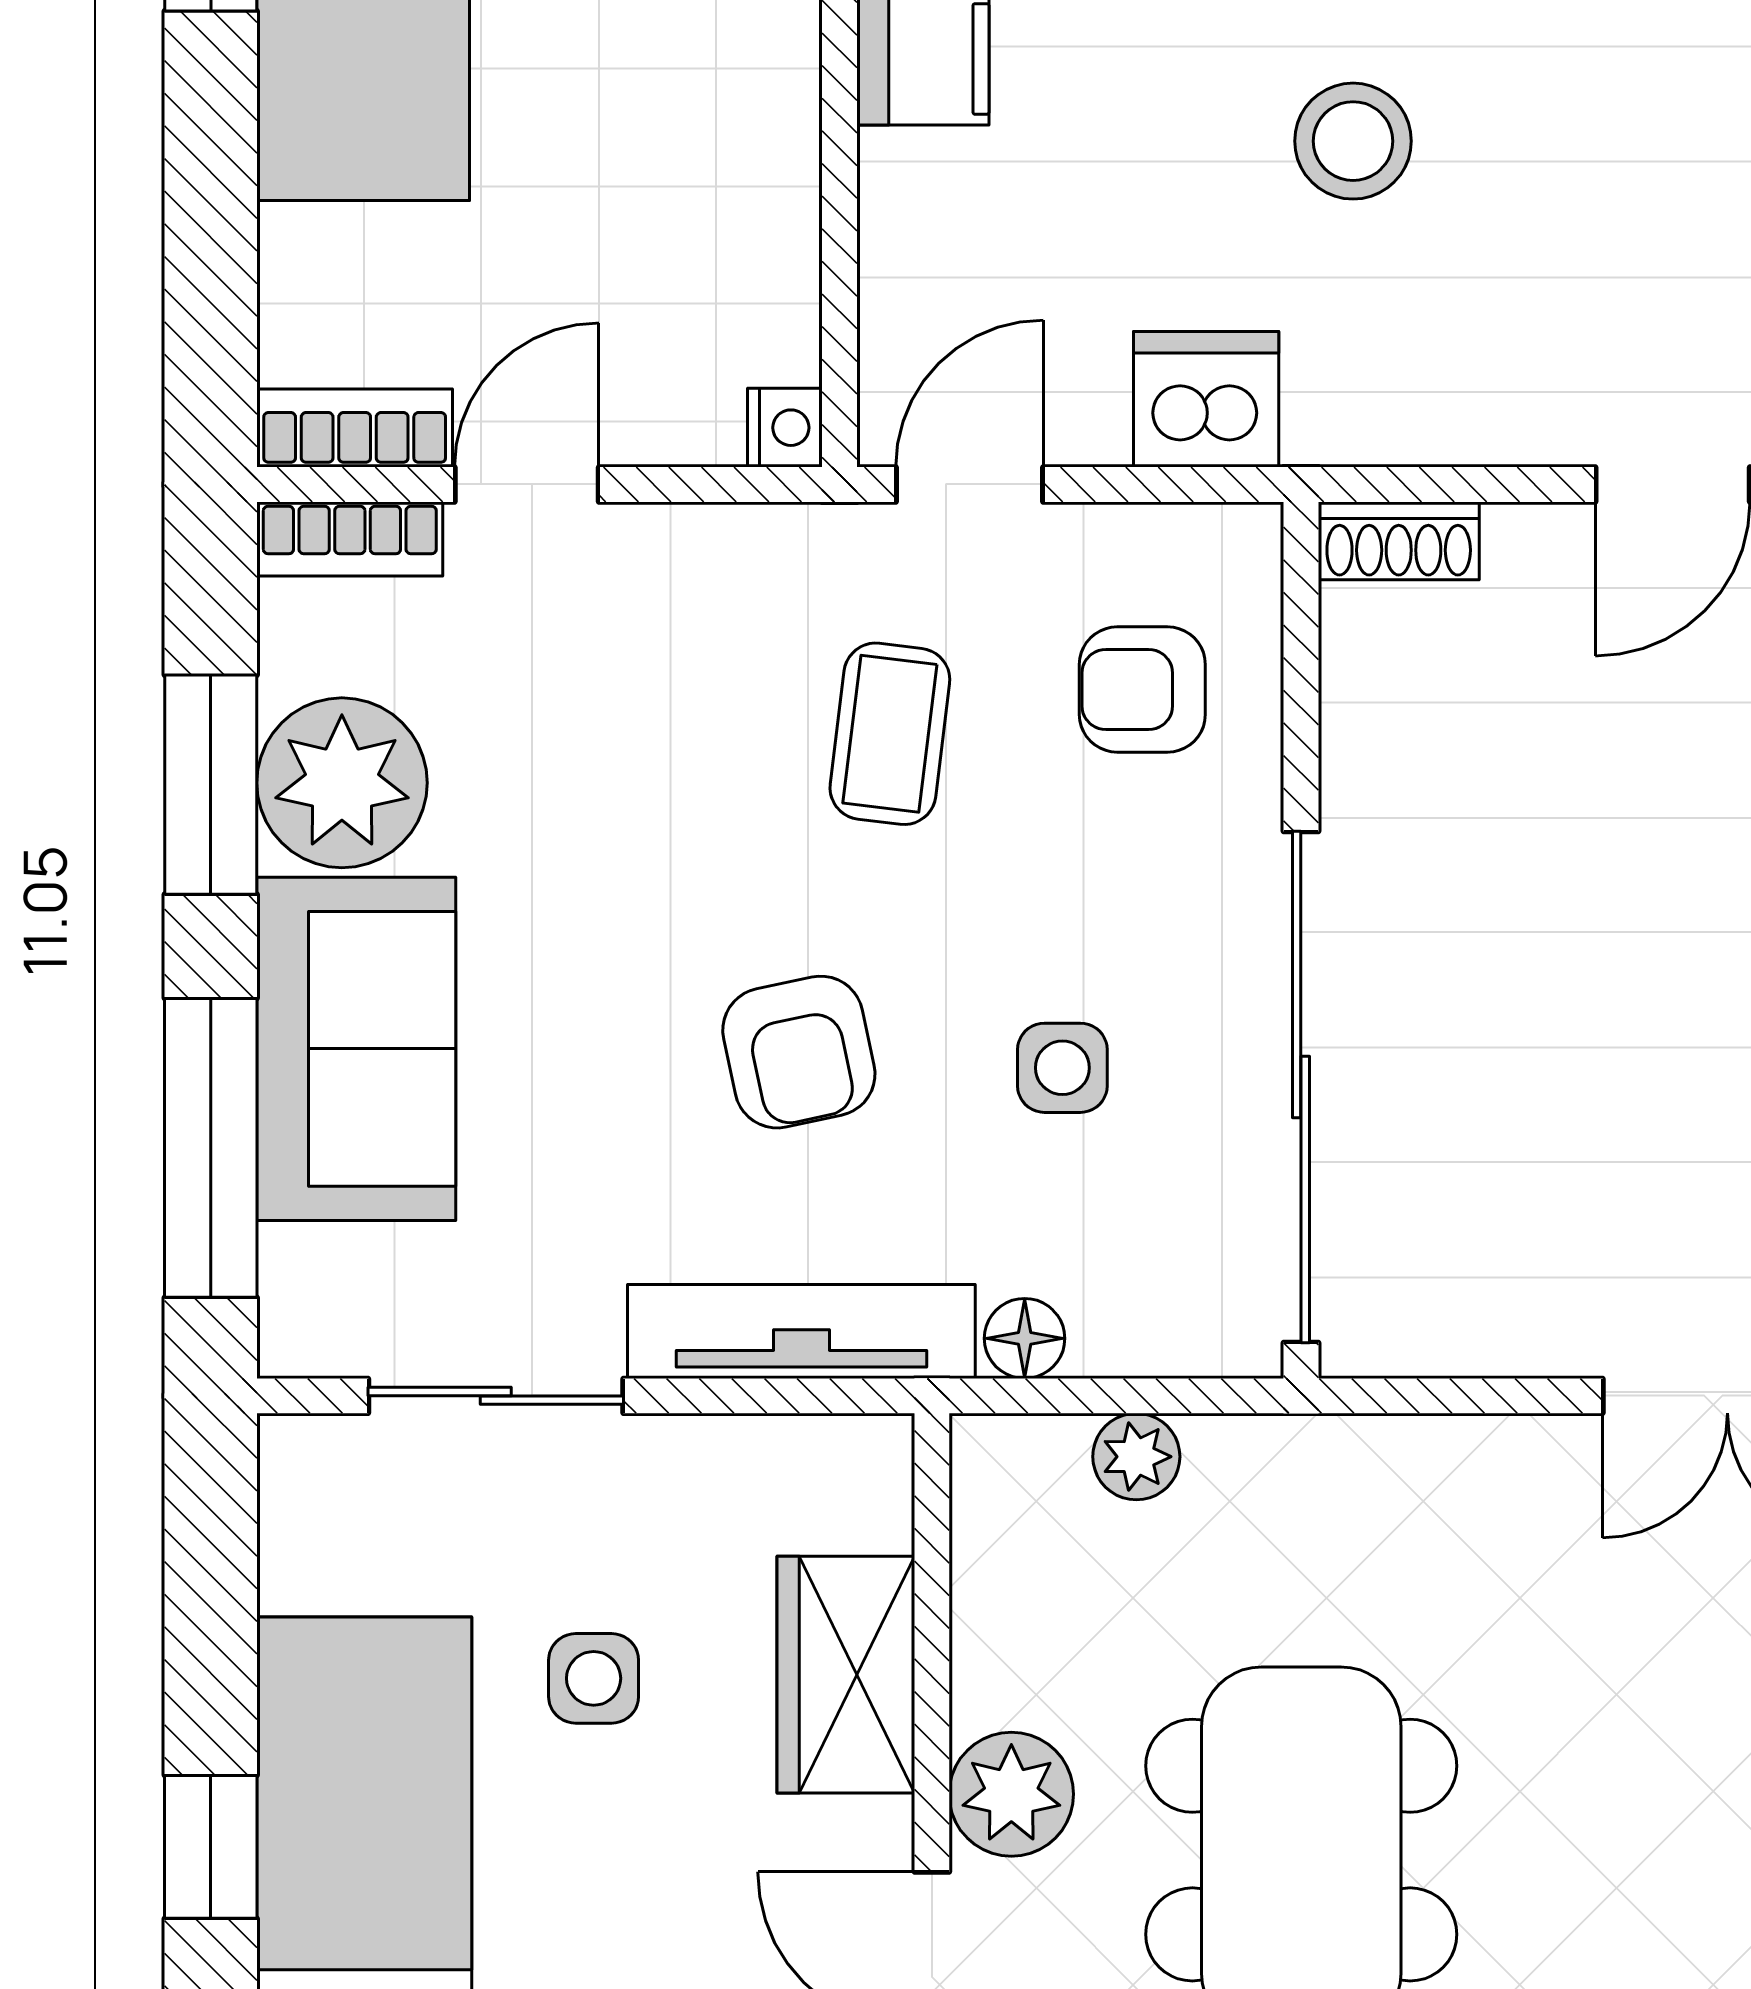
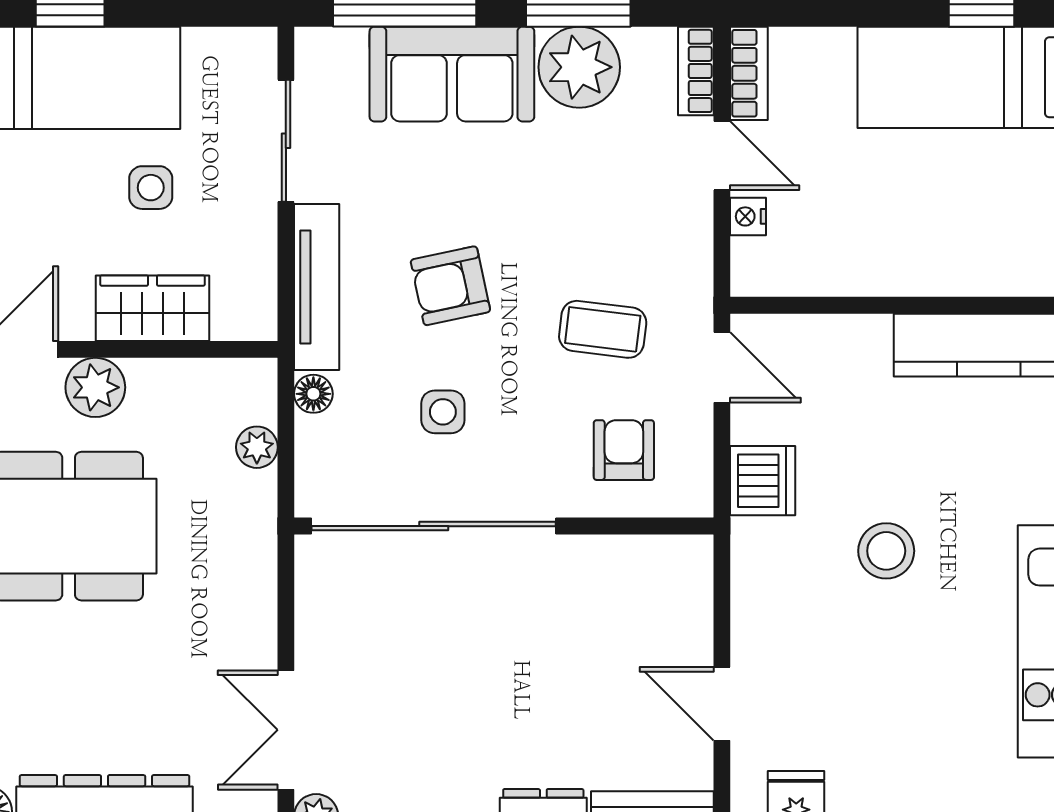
nightstand: (785, 428) -> (748, 216), moved, turned 90
shoe rack: (1399, 541) -> (695, 573), removed

